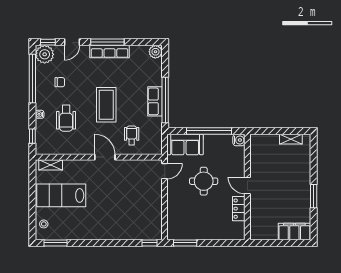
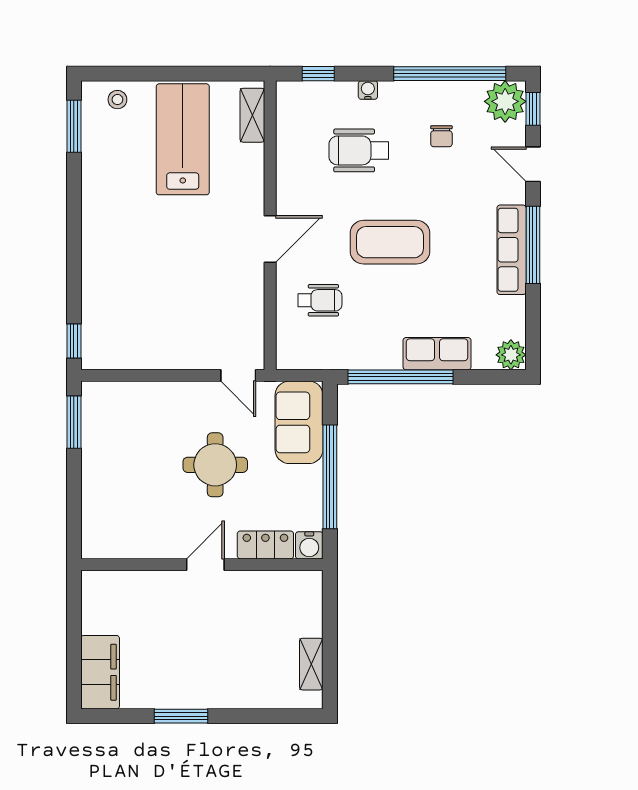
row of seats: (155, 101) -> (437, 354), moved
locker: (239, 209) -> (265, 545), moved

